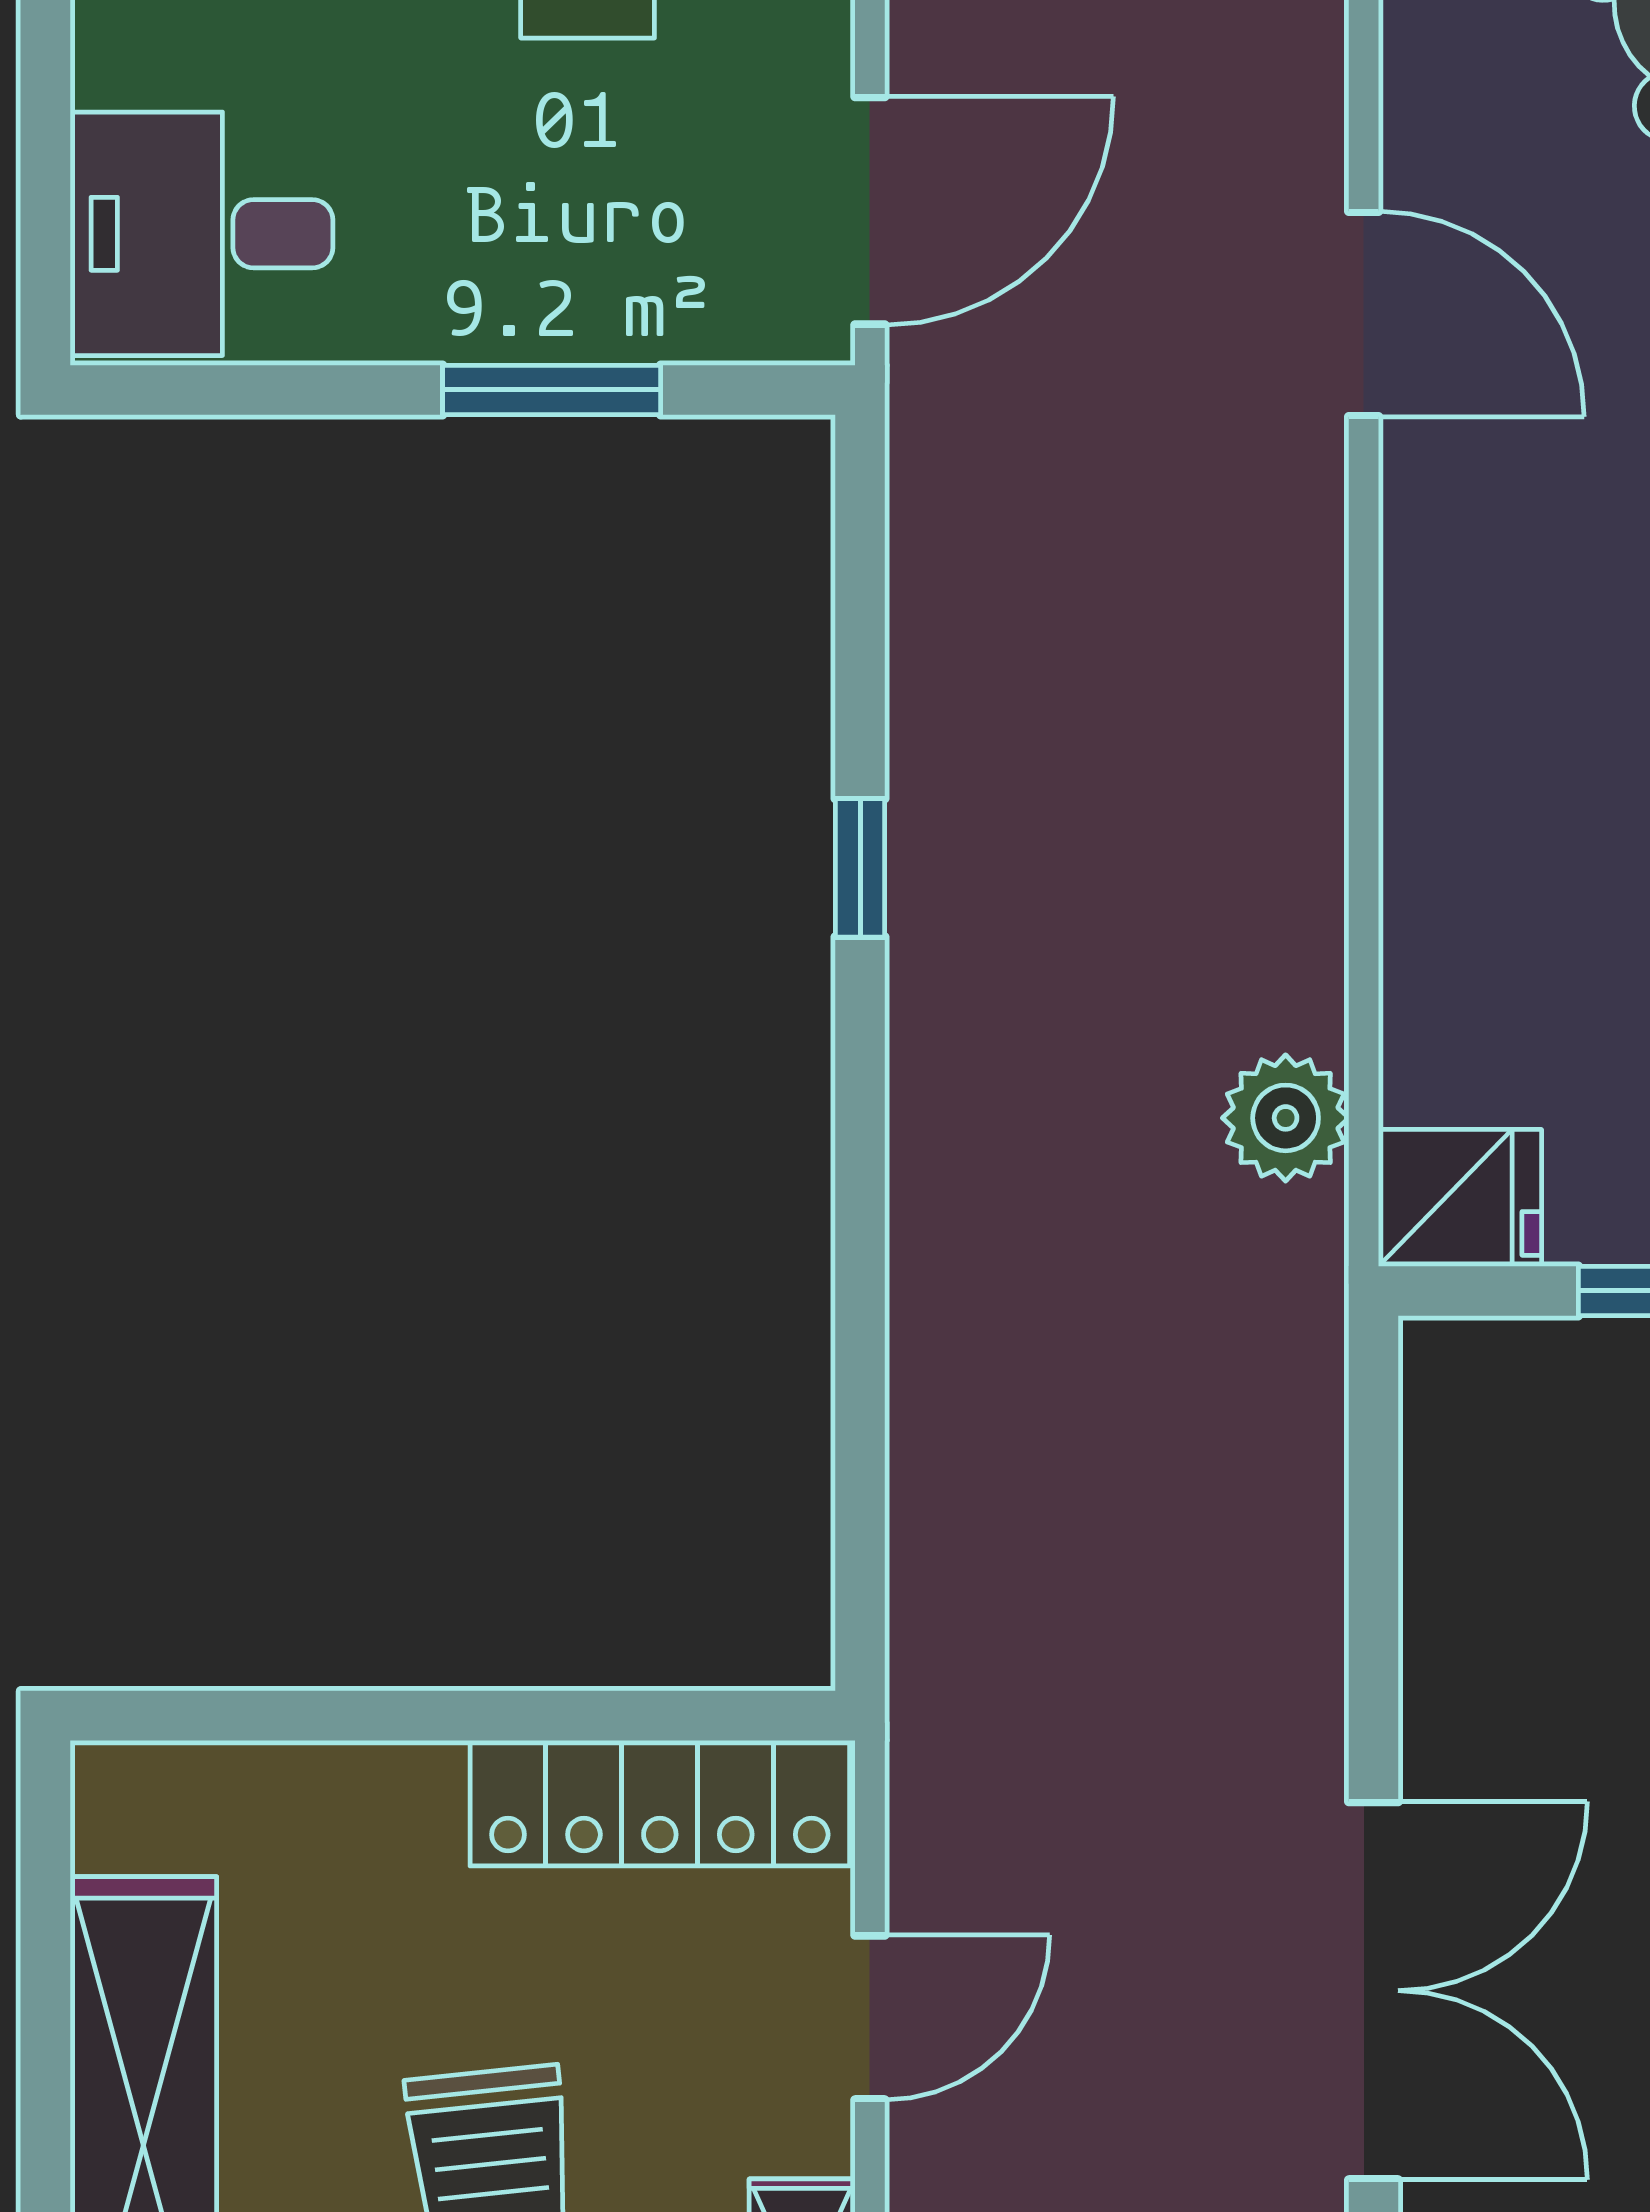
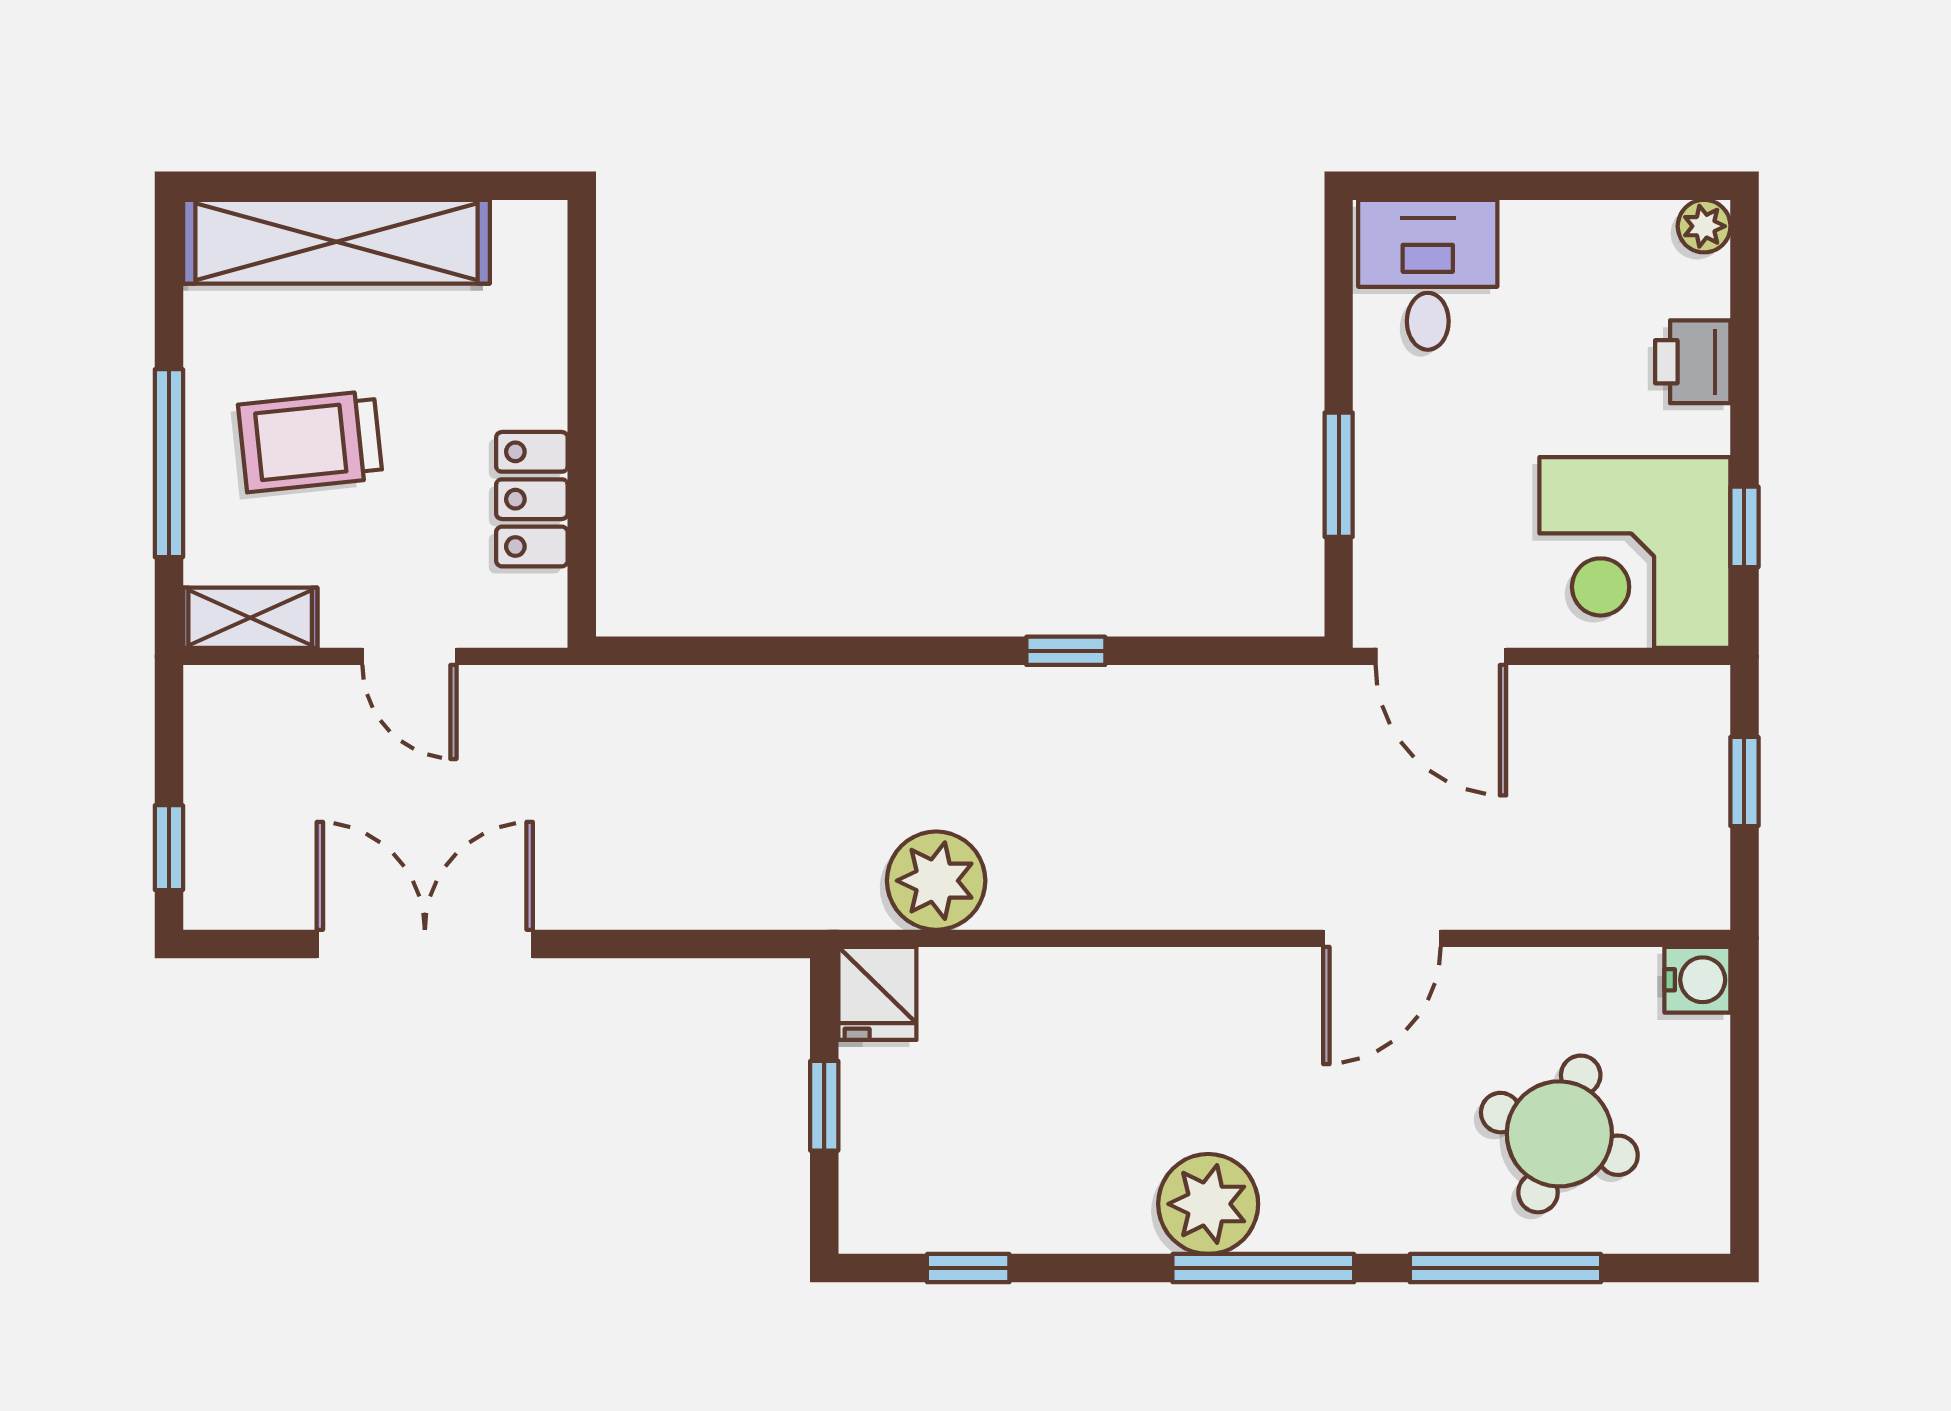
plant: (1286, 1118) -> (936, 881), width x1.36, depth x1.36
locker: (660, 1803) -> (532, 499), width x0.66
double door: (1374, 1991) -> (425, 944), swing flipped

